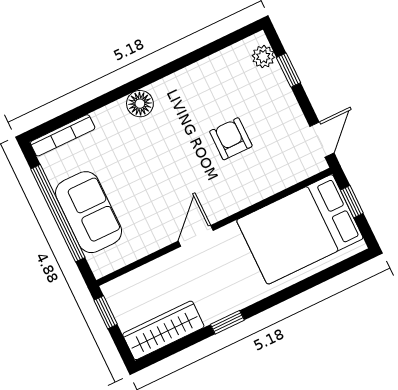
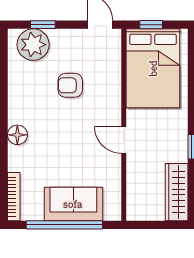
plant: (263, 57) -> (33, 45), width x1.88, depth x1.88
window: (106, 312) -> (146, 225), removed

